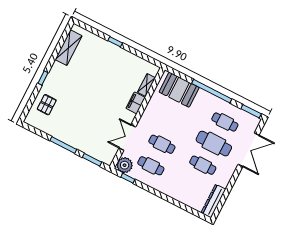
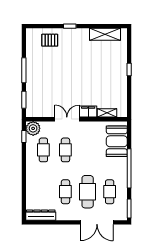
double door: (127, 138) -> (67, 119), moved

